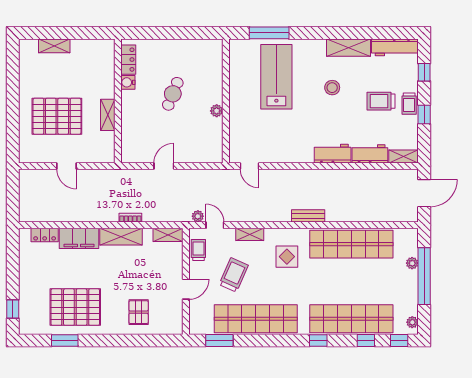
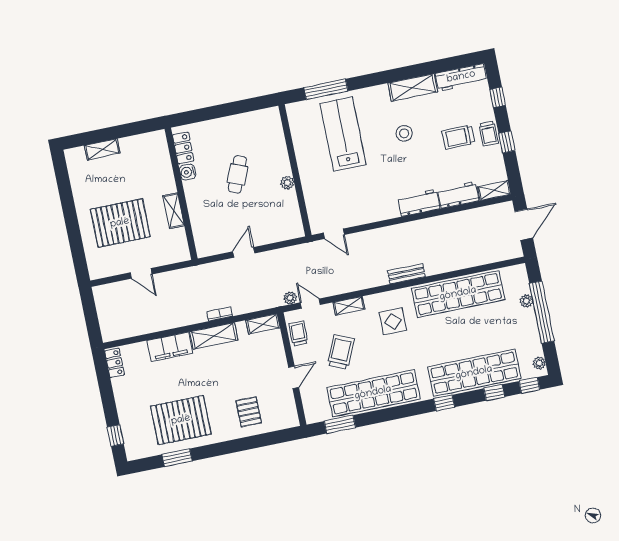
locker: (45, 235) -> (115, 363), moved, turned -90

